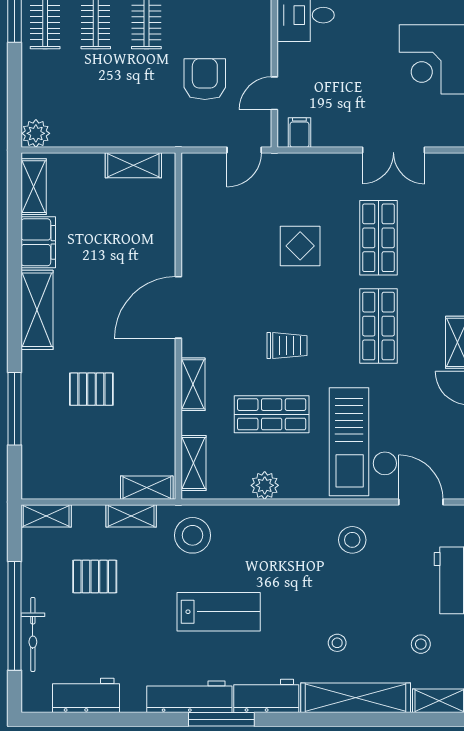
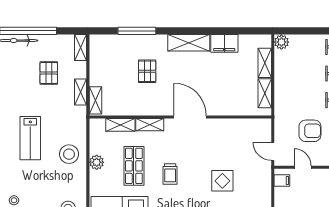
shelving: (34, 187) -> (265, 63), moved, turned 90
shelving: (193, 463) -> (120, 125), moved
stool: (193, 535) -> (69, 154), moved

